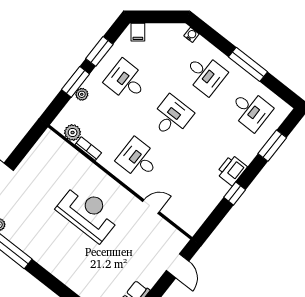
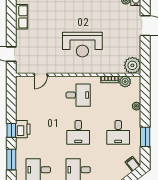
desk: (126, 81) -> (118, 132), turned 90
window: (76, 82) -> (145, 110), removed
plant: (50, 144) -> (132, 65), added
window: (235, 193) -> (11, 130), moved
door: (151, 207) -> (41, 75), moved

